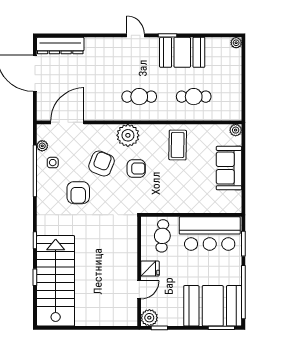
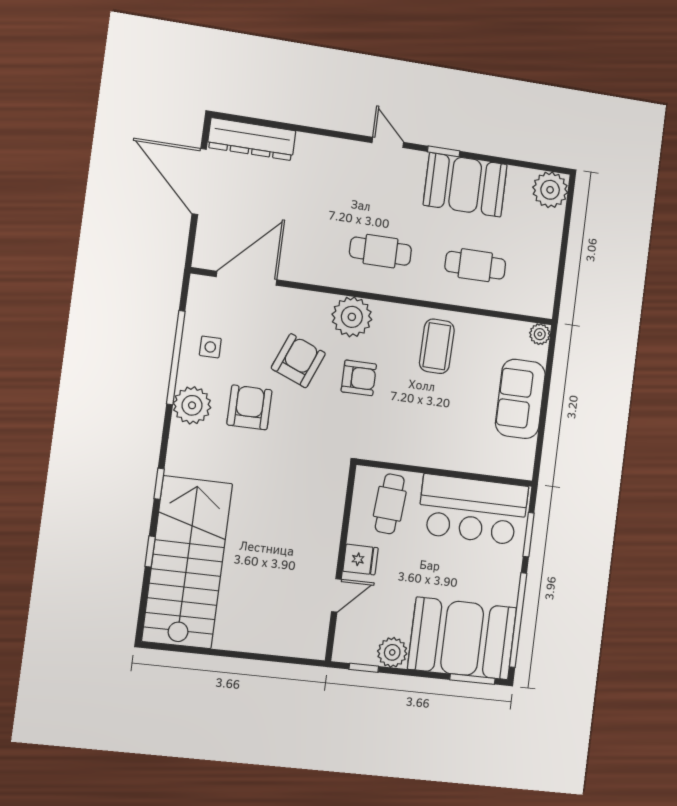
plant: (236, 43) -> (550, 190), width x1.88, depth x1.88
plant: (42, 146) -> (192, 405), moved, width x1.87, depth x1.87
armchair: (78, 193) -> (249, 407), turned 180
plant: (149, 318) -> (392, 652), moved

